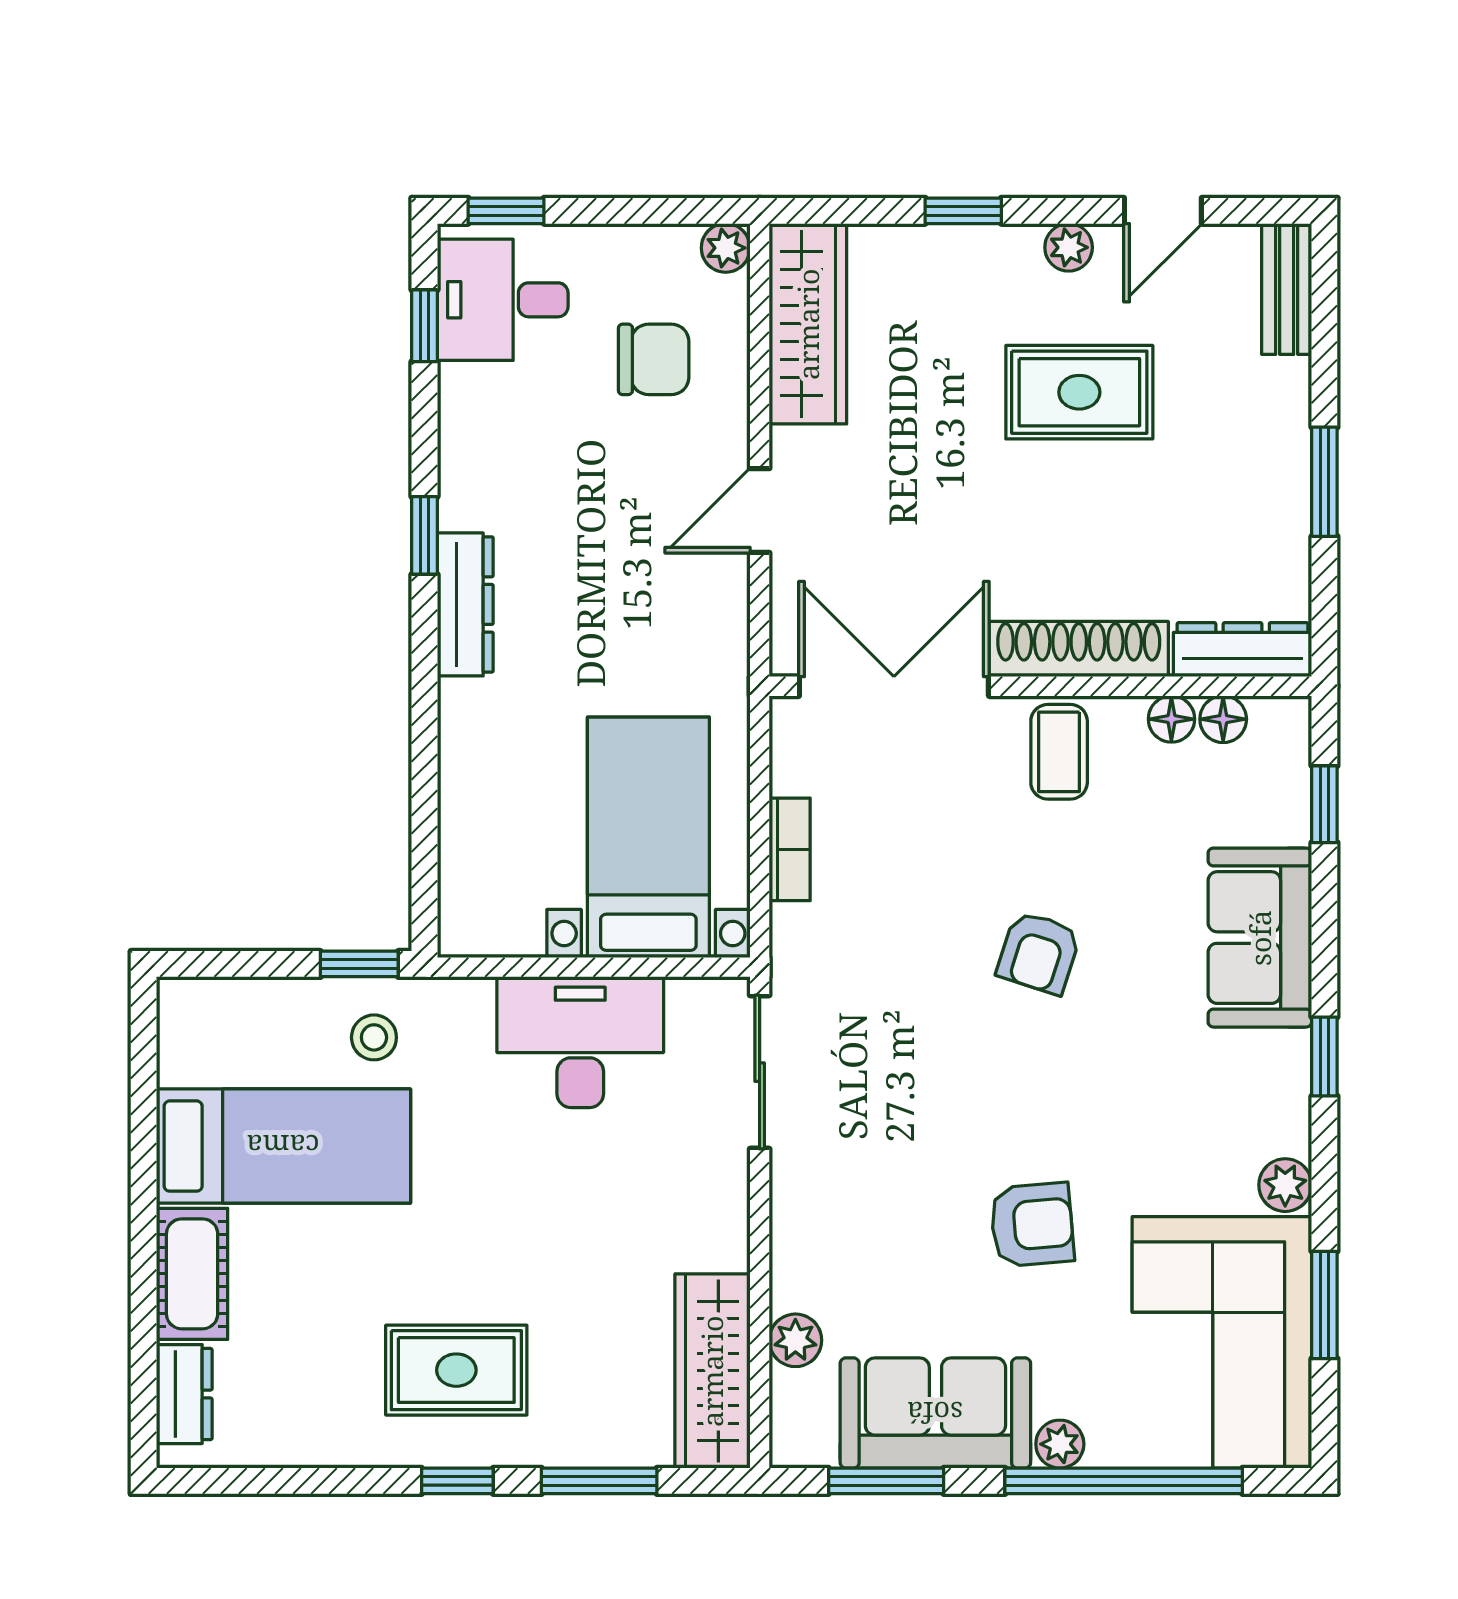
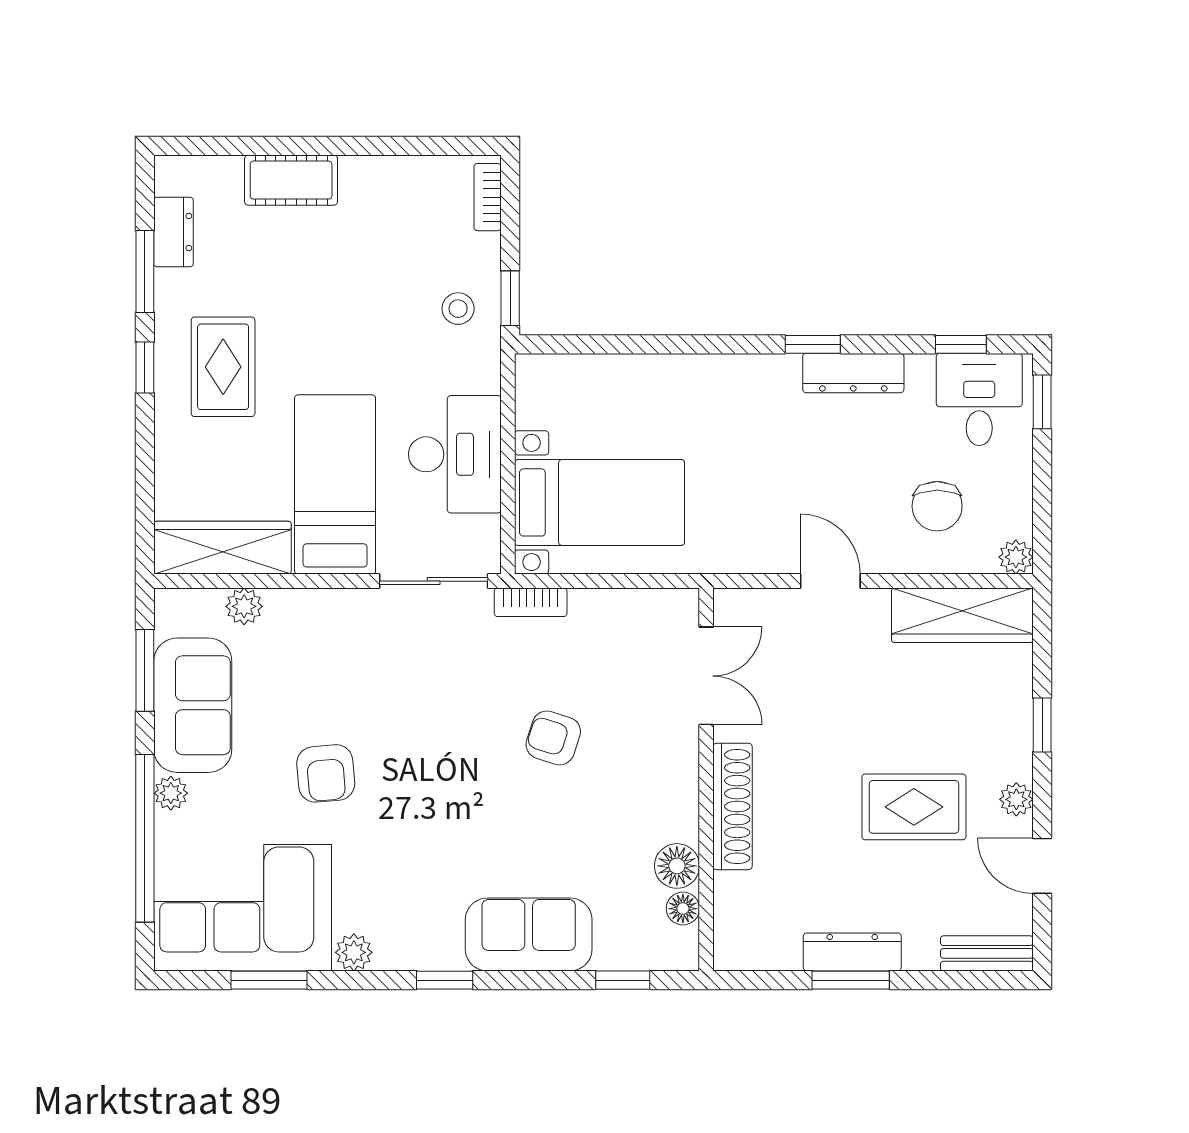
rug: (1079, 392) -> (914, 807), turned 90
dresser: (465, 604) -> (853, 373), moved
dresser: (1243, 650) -> (852, 952), moved, turned -90
double door: (894, 686) -> (706, 676), width x0.73
floor lamp: (1171, 719) -> (677, 866), width x1.37, depth x1.37
coffee table: (1059, 752) -> (660, 793), removed
bookcase: (790, 849) -> (531, 602), moved
armchair: (1039, 953) -> (553, 738), moved
bookcase: (216, 996) -> (488, 197), added
bed: (283, 1146) -> (335, 484), moved, turned 180
dresser: (184, 1394) -> (174, 232), moved, turned -90
window: (599, 1481) -> (145, 272), moved

